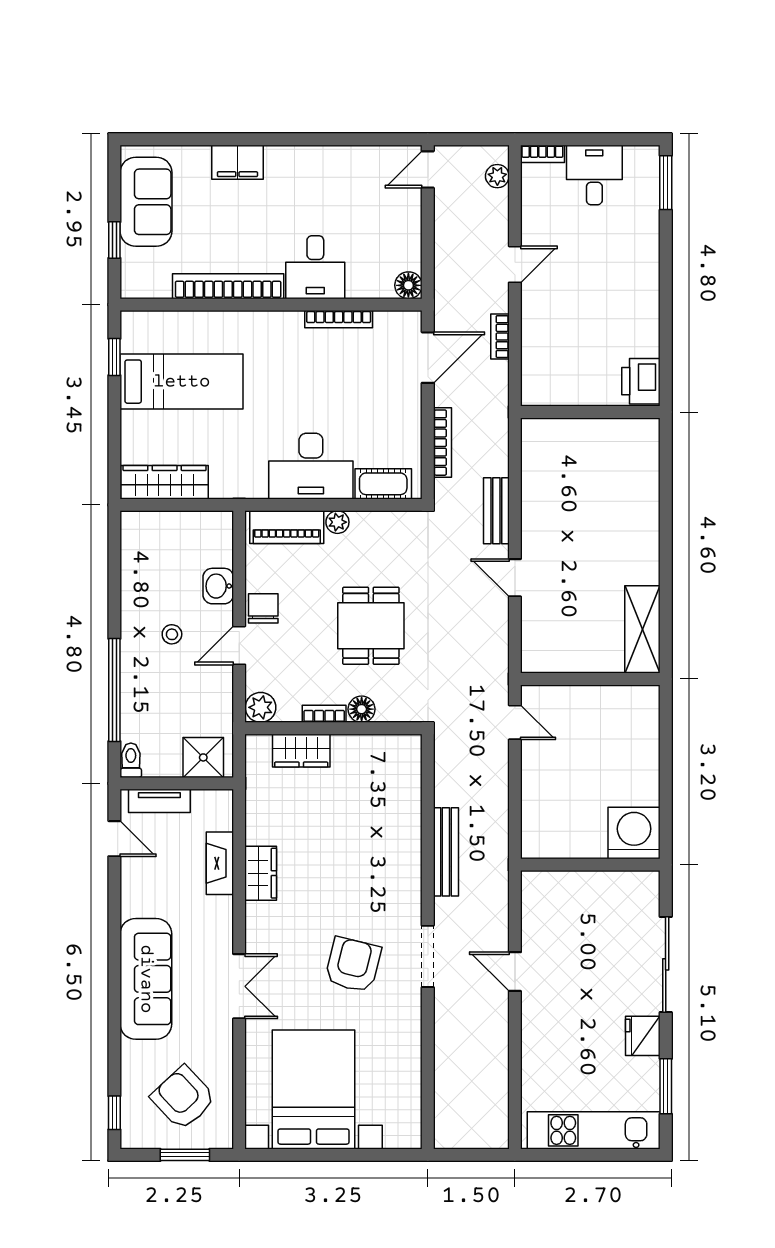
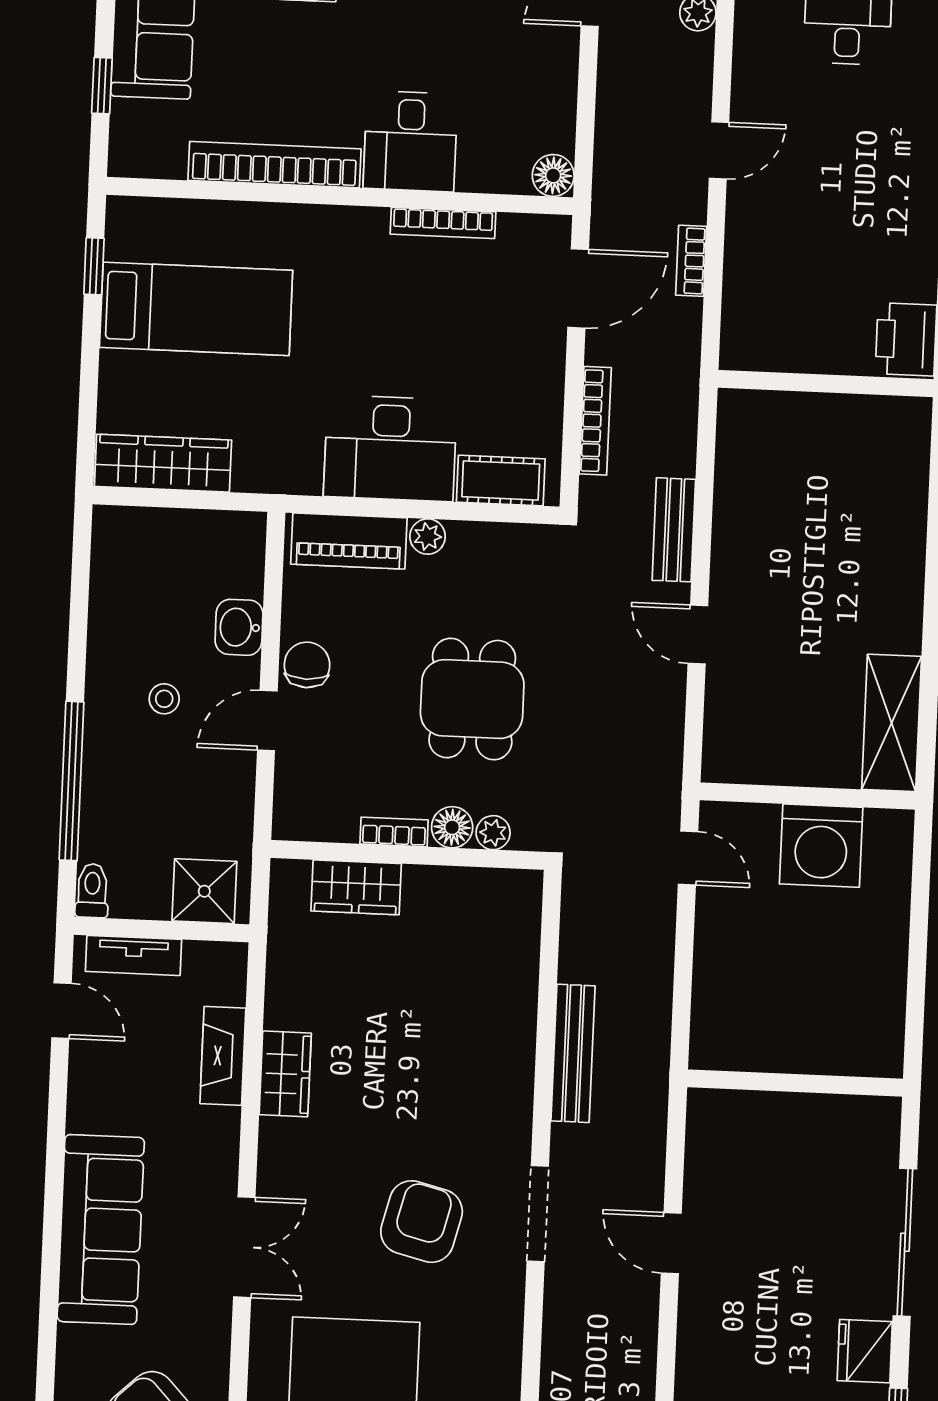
plant: (261, 707) -> (493, 833), moved, width x0.73, depth x0.73
washing machine: (634, 833) -> (821, 846), moved, turned 180

